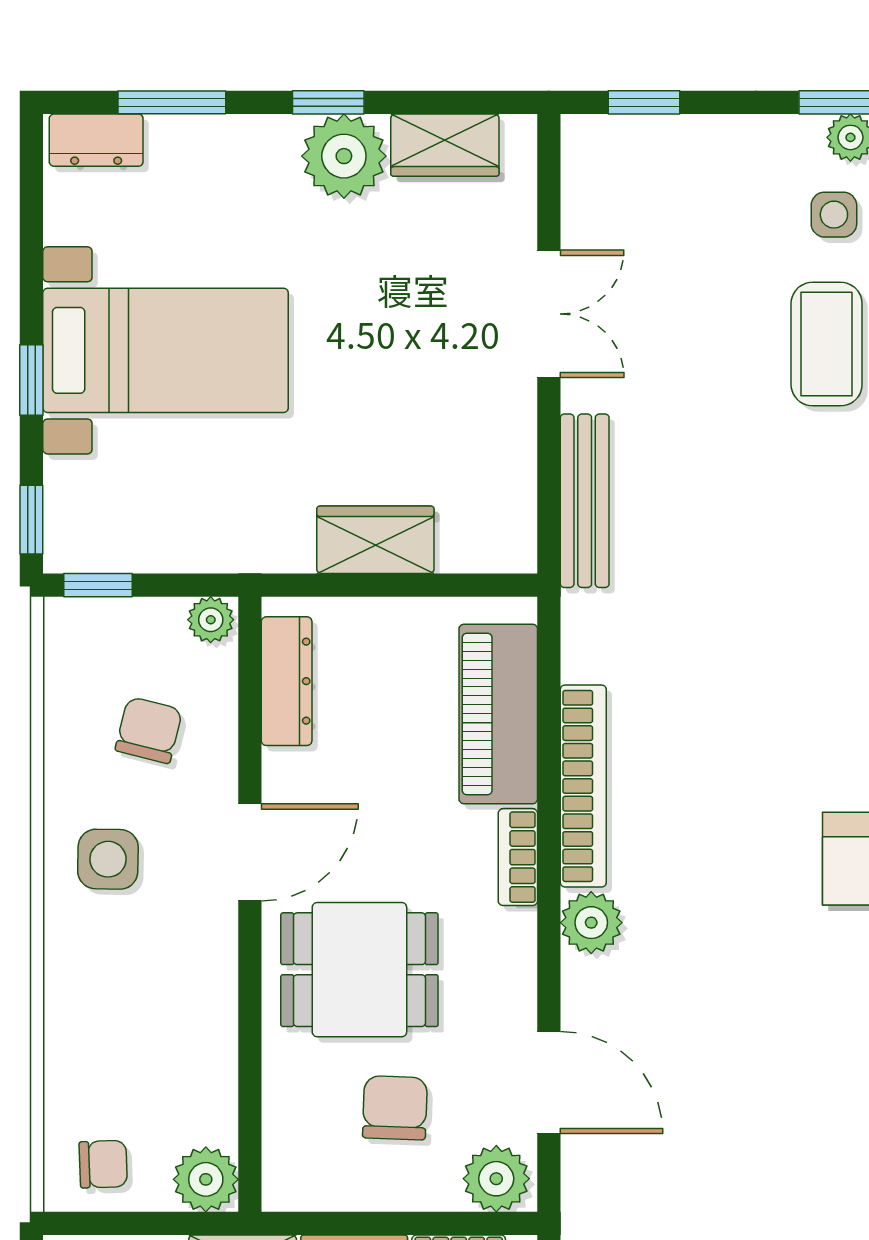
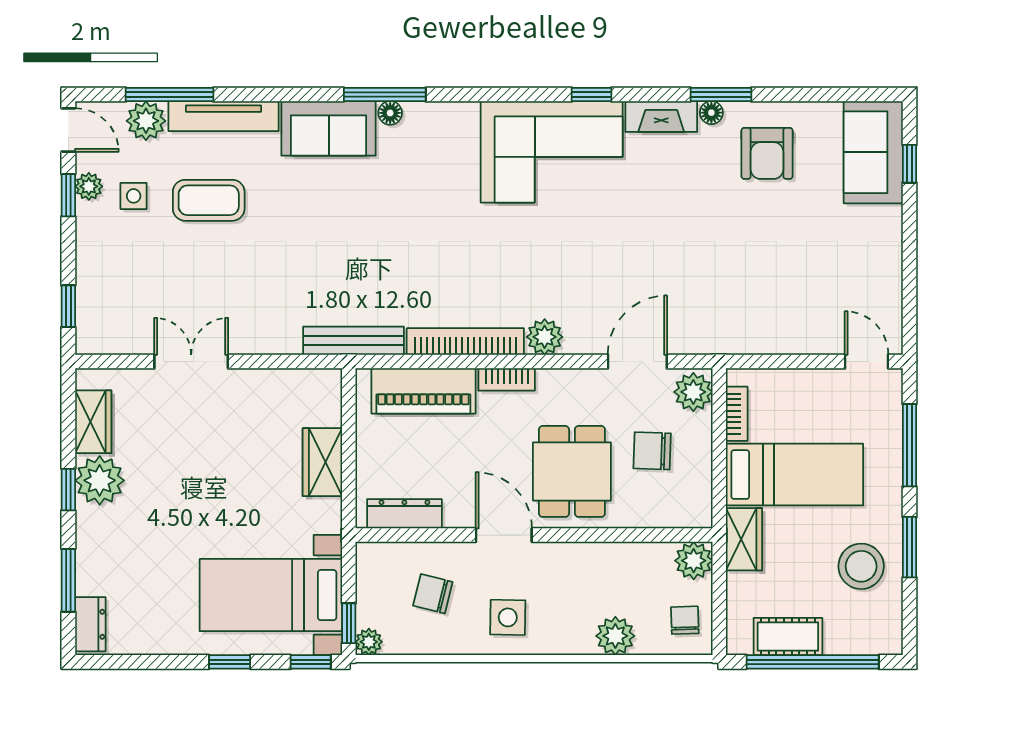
bed with nightstands: (166, 350) -> (271, 595), moved, turned -90
bench: (585, 501) -> (354, 341), moved
plant: (211, 620) -> (369, 642), moved
plant: (76, 1044) -> (615, 636), added

